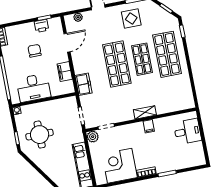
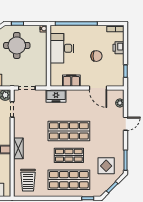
display table: (131, 18) -> (106, 166), moved
printer: (41, 26) -> (118, 48), moved
trolley: (176, 96) -> (28, 180), added

